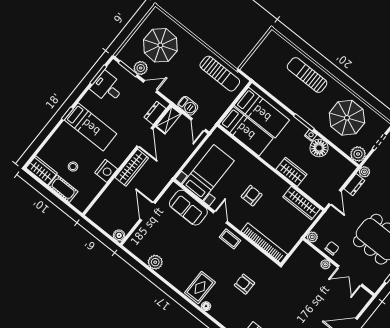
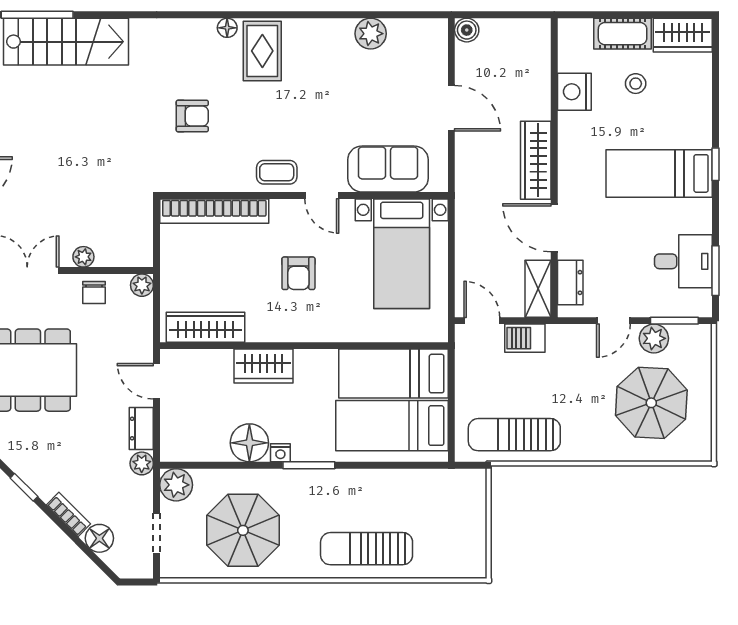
sun lounger: (307, 75) -> (367, 549), turned 180
nightstand: (106, 171) -> (574, 92), moved

